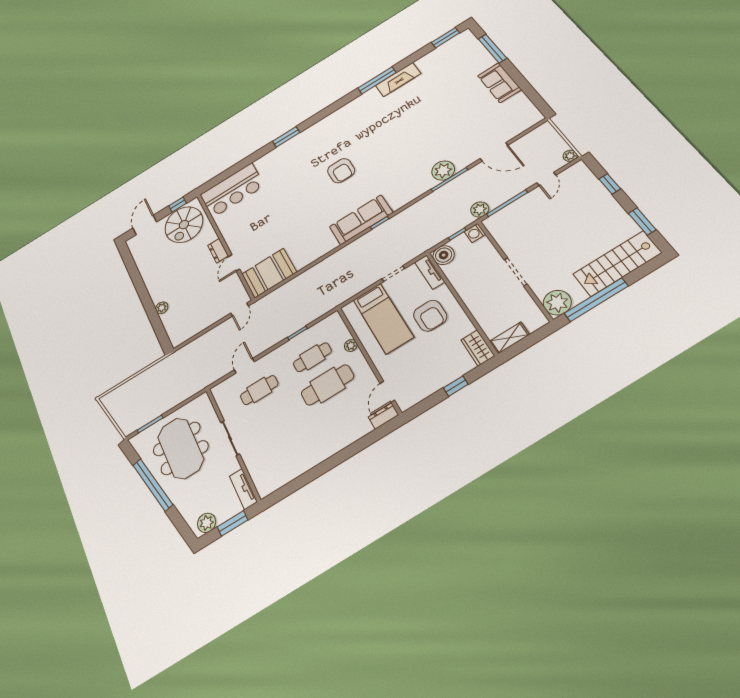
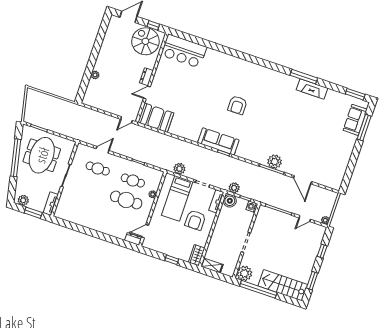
sofa: (499, 83) -> (355, 120), moved
window: (286, 137) -> (235, 53), removed
plant: (480, 209) -> (234, 188), moved
spiral stairs: (184, 225) -> (145, 41), turned 90
plant: (351, 289) -> (179, 169), added

